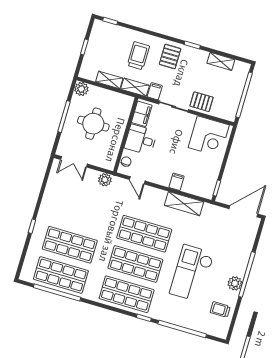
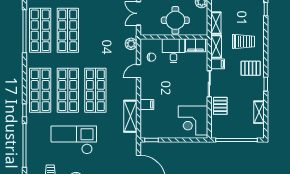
filing cabinet: (142, 114) -> (195, 45), moved
wall: (126, 135) -> (174, 37), moved
desk: (141, 140) -> (174, 51), moved

